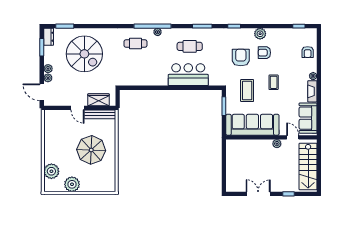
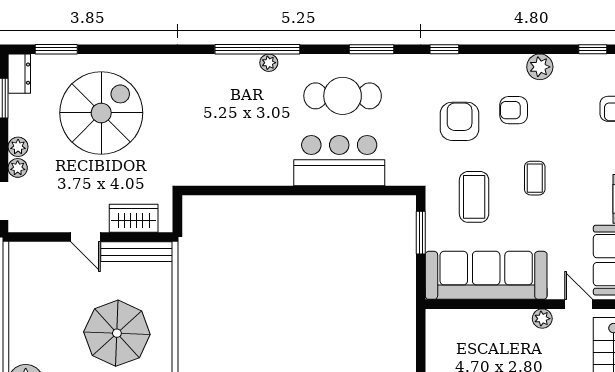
plant: (260, 34) -> (540, 67), moved
cafe table: (135, 44) -> (218, 89), removed
cafe table: (190, 46) -> (343, 96), width x1.37, depth x1.35
spiral stairs: (84, 54) -> (101, 113), turned -90

